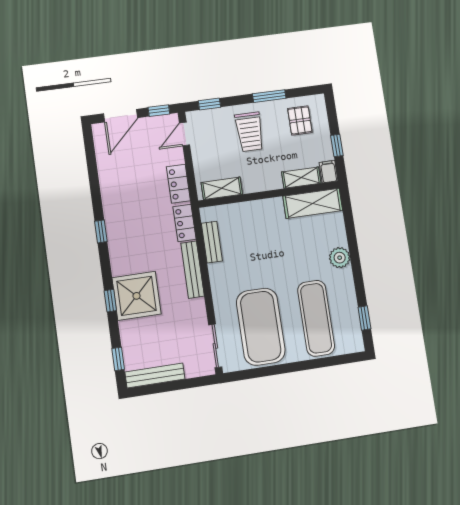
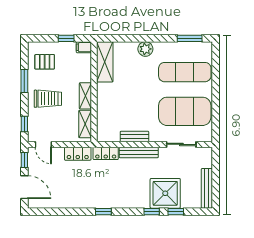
shelving: (301, 178) -> (85, 96), moved
bench: (212, 242) -> (134, 136), moved
shower: (137, 296) -> (165, 193), moved
window: (364, 318) -> (190, 38), width x1.50
sliding door: (215, 346) -> (181, 144), moved
window: (118, 359) -> (176, 212), moved

